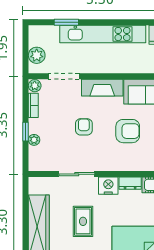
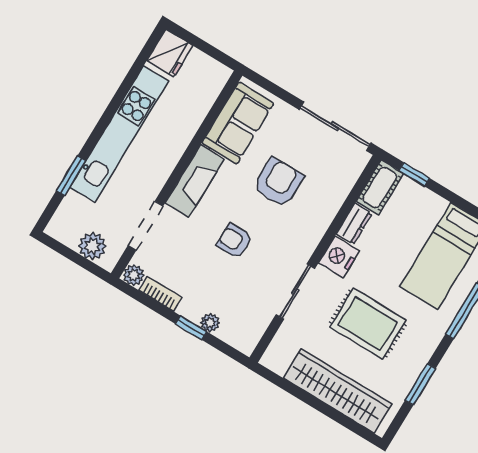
rug: (83, 221) -> (368, 324), width x1.36, depth x1.43

